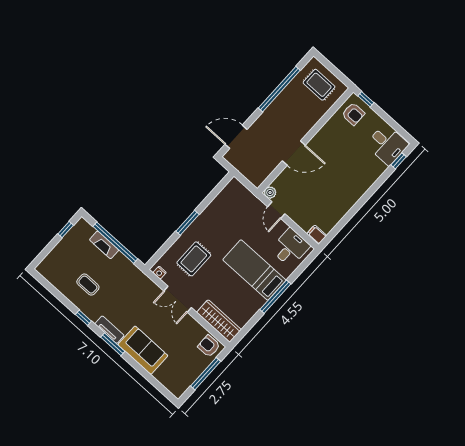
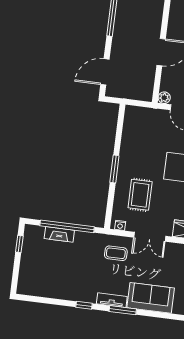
coffee table: (88, 285) -> (116, 253), moved

